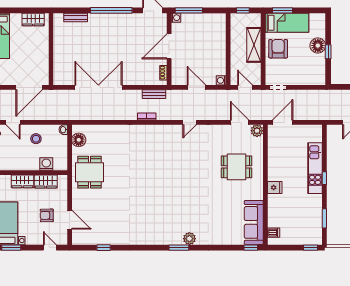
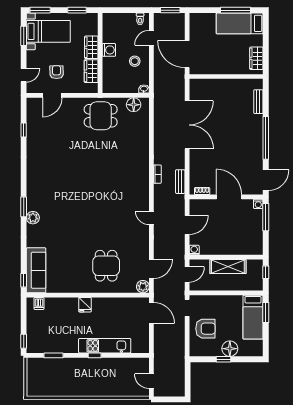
shelving: (254, 45) -> (228, 267), moved
armchair: (278, 49) -> (205, 329), moved
washing machine: (46, 164) -> (109, 50), moved
sofa: (254, 222) -> (36, 270), moved, turned 90

